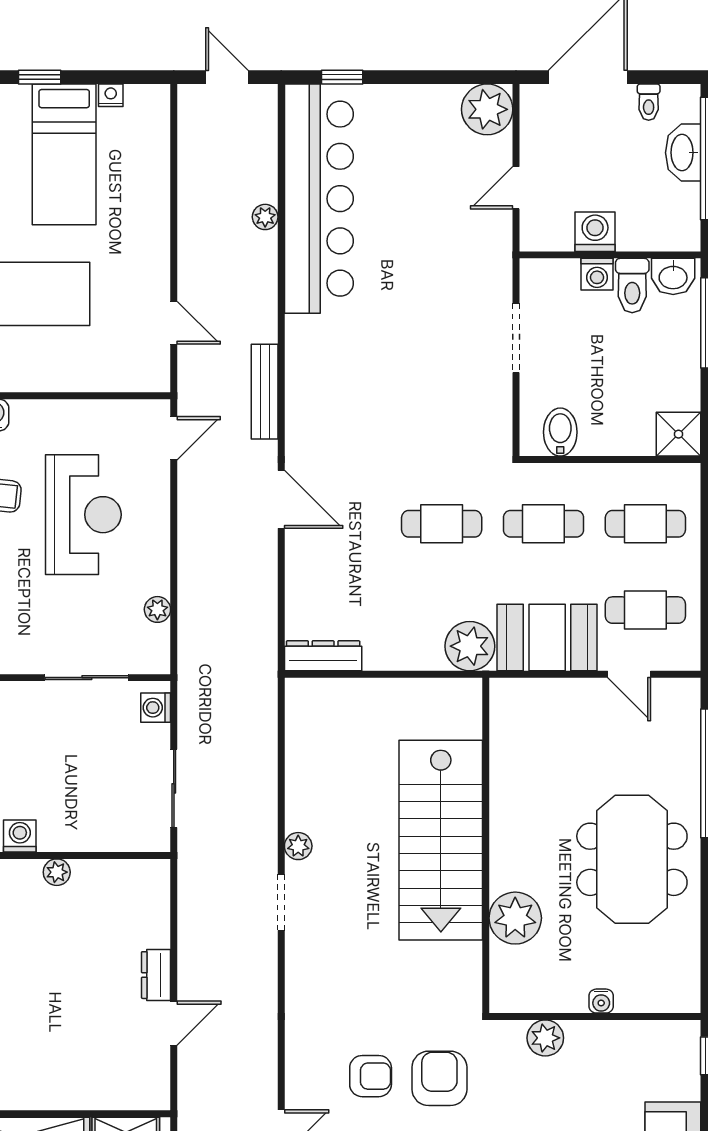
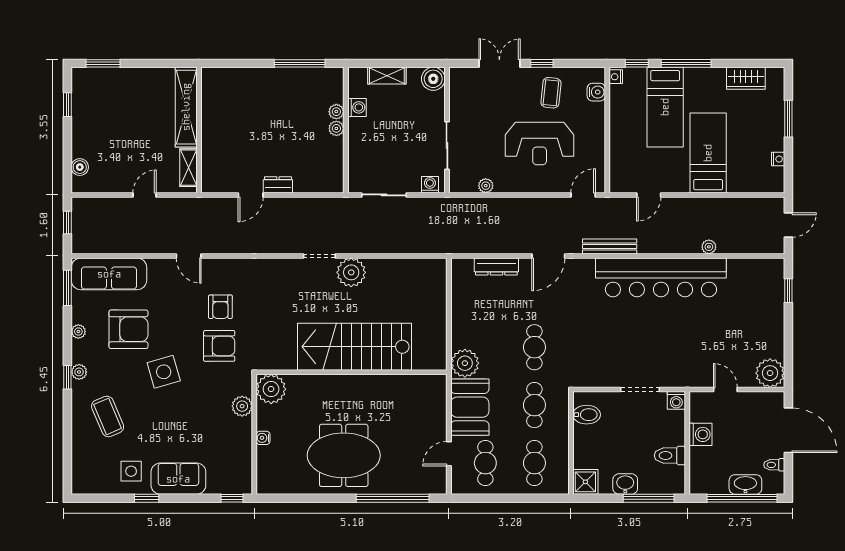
window: (40, 77) -> (788, 119), width x1.50
bed: (64, 154) -> (708, 153), moved, turned 90
bar counter: (319, 199) -> (661, 277), moved
washing machine: (597, 274) -> (676, 400), moved, turned -90
washbasin: (673, 276) -> (625, 484), moved, turned 90
door: (174, 438) -> (583, 195), swing flipped
dresser: (323, 656) -> (496, 266), moved, turned 90
plant: (298, 846) -> (351, 272), width x1.88, depth x1.88
plant: (27, 872) -> (336, 112), added
plant: (515, 918) -> (271, 389), moved
door: (174, 1023) -> (251, 195), hinge flipped

